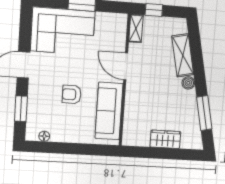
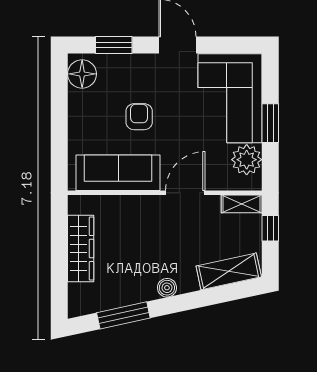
plant: (106, 23) -> (247, 160), added
shelving: (183, 55) -> (229, 271), moved
floor lamp: (44, 136) -> (82, 74), width x1.89, depth x1.89
wardrobe: (165, 139) -> (81, 249), width x1.50

